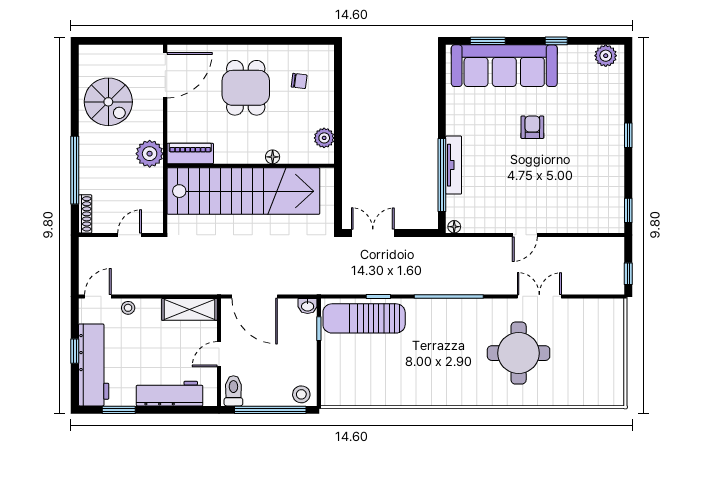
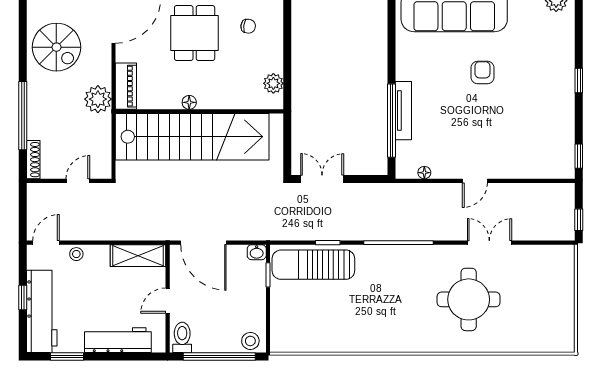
piano: (190, 154) -> (126, 86), moved, turned 90
floor lamp: (273, 157) -> (189, 102), moved
floor lamp: (454, 227) -> (424, 173), moved

